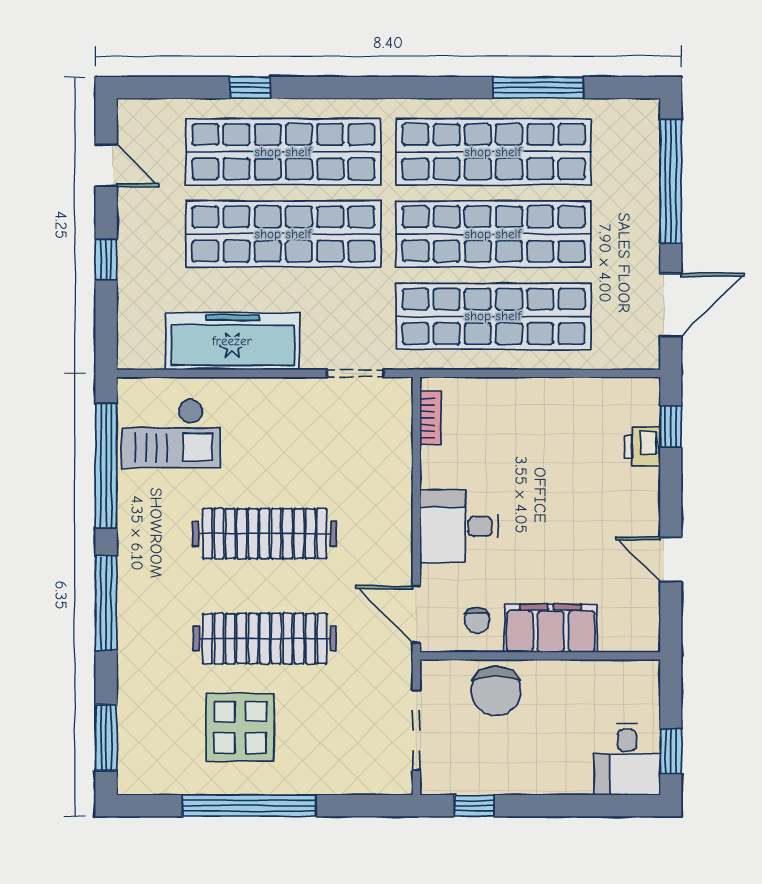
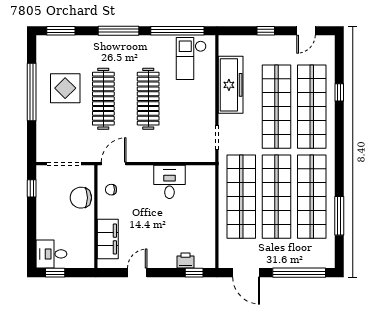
bookcase: (431, 418) -> (198, 170), removed
desk: (459, 526) -> (169, 182), moved
filing cabinet: (551, 628) -> (108, 239), moved

